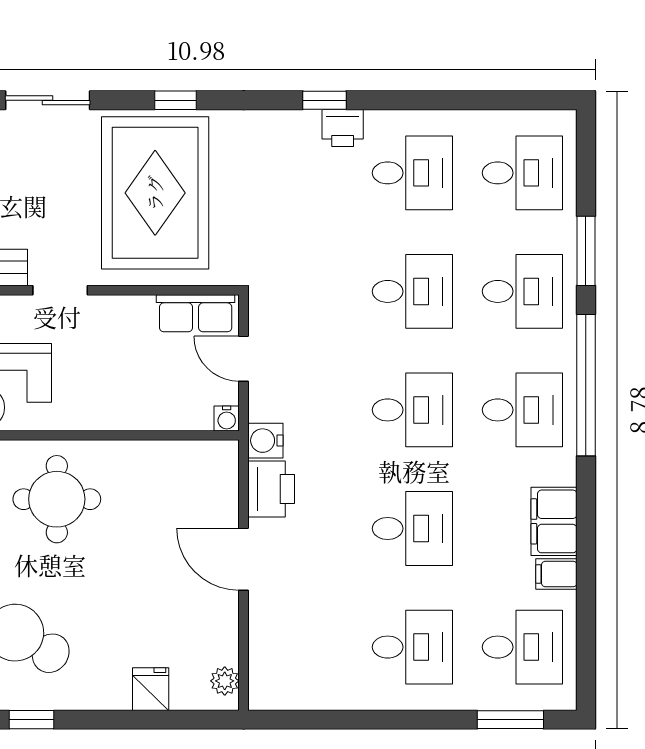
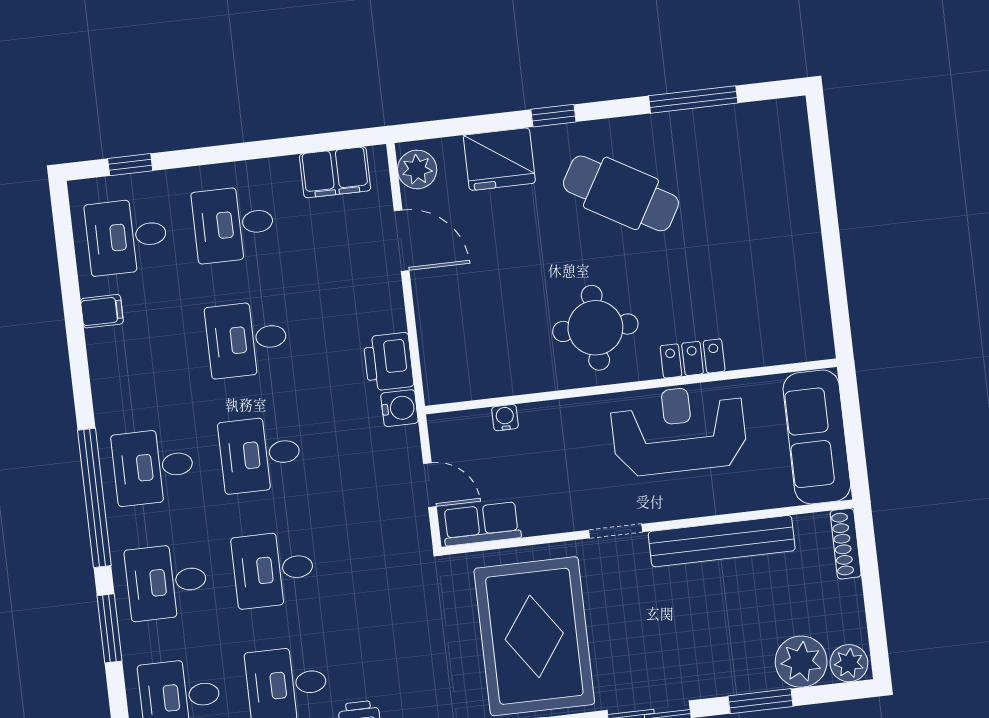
water cooler: (227, 418) -> (505, 418), moved
filing cabinet: (554, 521) -> (335, 172), moved, turned 90
door: (244, 559) -> (402, 241), moved
plant: (225, 681) -> (417, 169), width x1.38, depth x1.38
fridge: (151, 689) -> (499, 159), width x1.88, depth x1.34
window: (31, 720) -> (553, 116), moved
window: (510, 720) -> (130, 165), width x0.67

